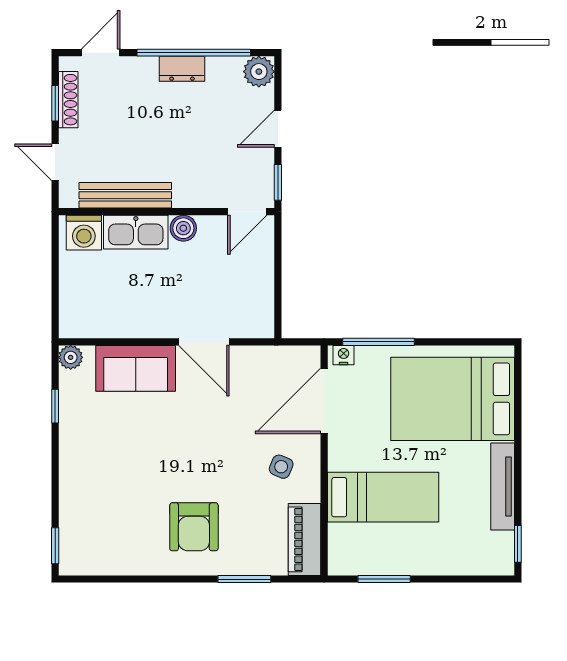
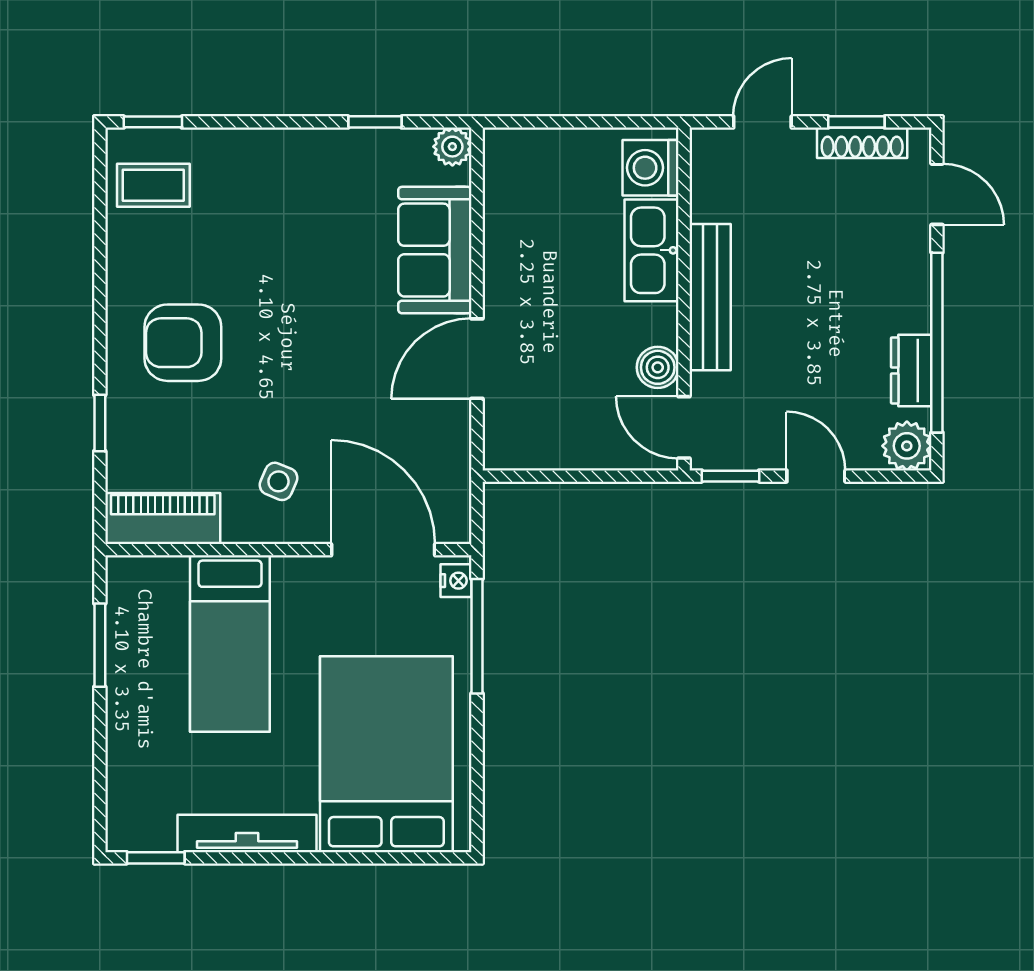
dresser: (182, 69) -> (911, 370), moved
bench: (125, 195) -> (710, 297), moved
boiler: (183, 228) -> (658, 367), moved
coffee table: (95, 545) -> (153, 185), added
window: (244, 579) -> (100, 423), width x0.67

